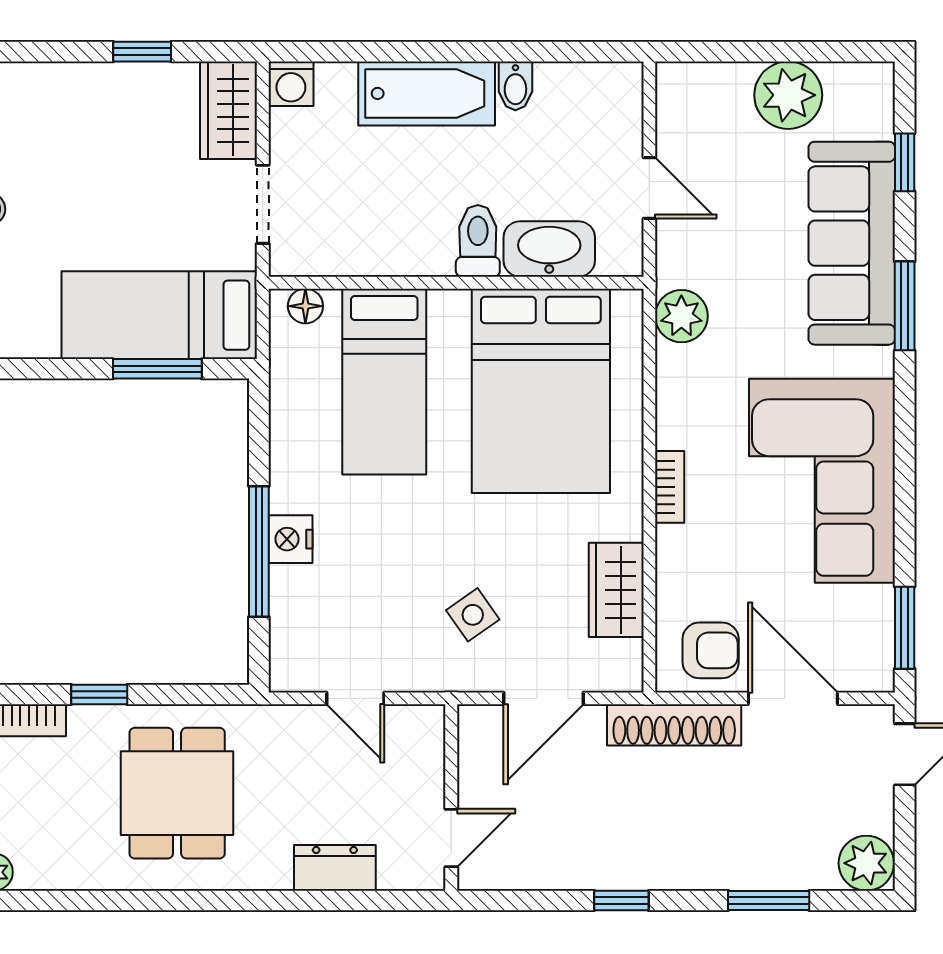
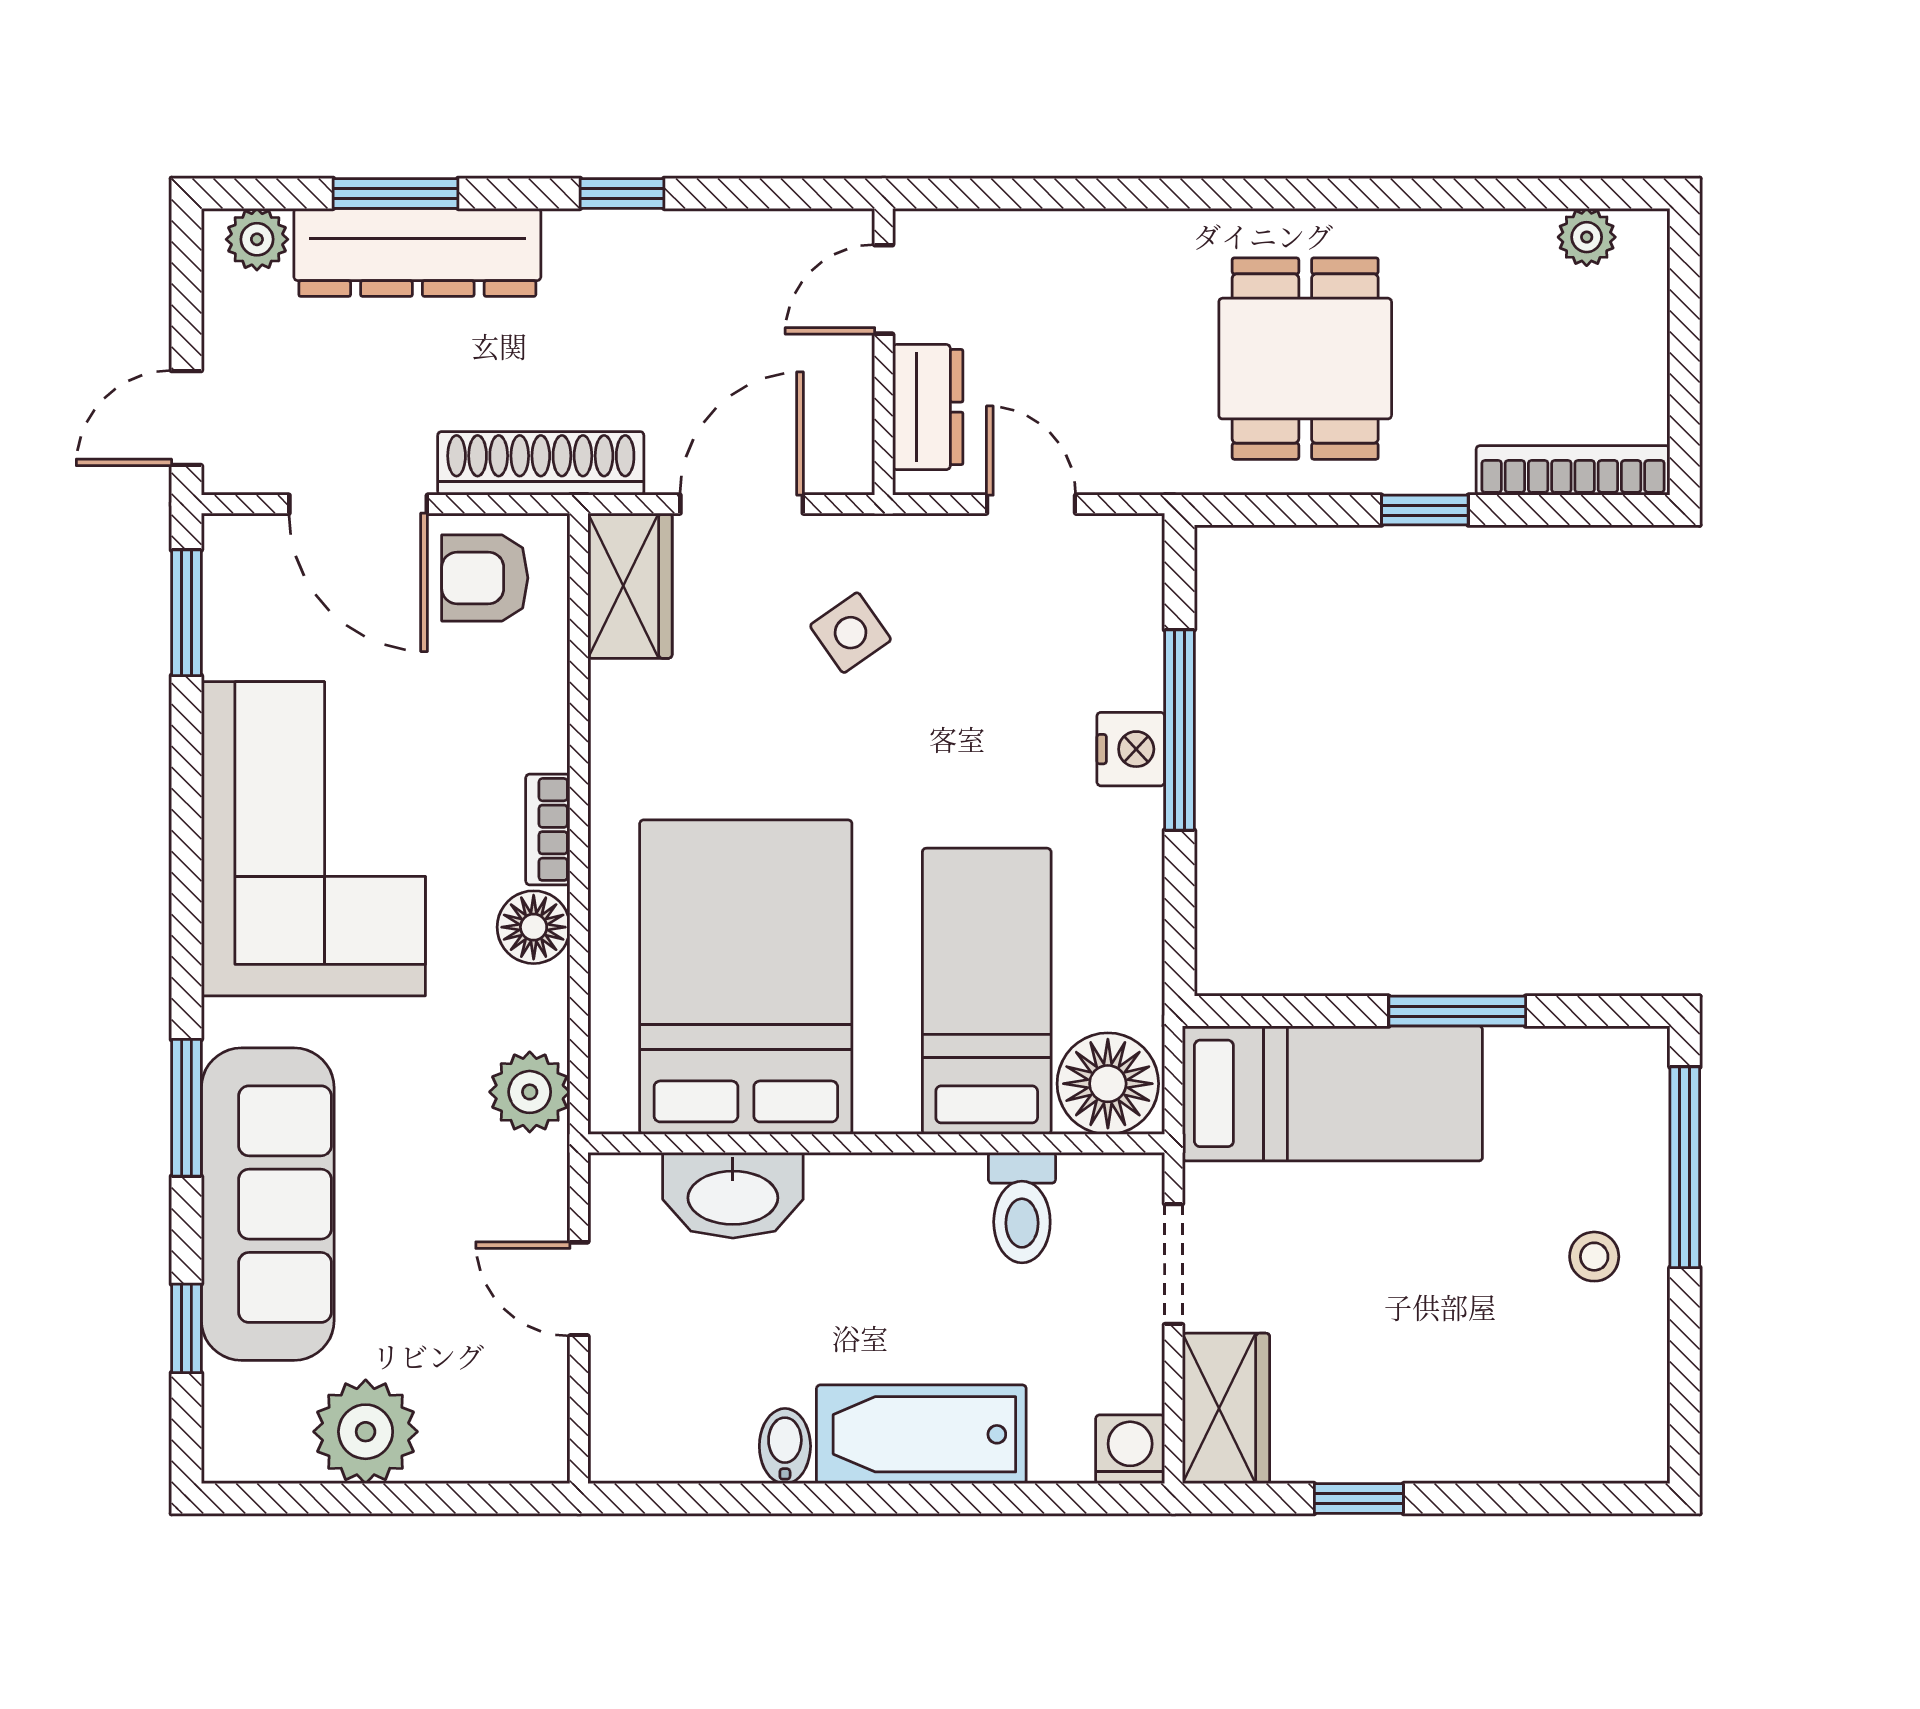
toilet: (478, 241) -> (1022, 1208), moved
floor lamp: (305, 306) -> (1108, 1084), width x1.89, depth x1.89
window: (157, 369) -> (1457, 1011), moved
floor lamp: (679, 423) -> (534, 927), added
wardrobe: (616, 590) -> (630, 586), moved
dresser: (754, 862) -> (417, 252), added
plant: (866, 863) -> (257, 239), width x0.73, depth x0.73
dresser: (335, 868) -> (928, 407), moved, turned -90

